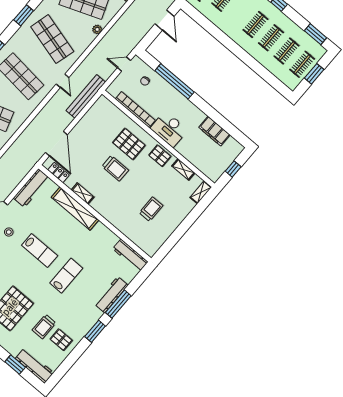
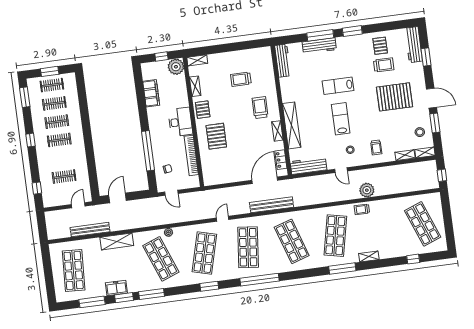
bench: (86, 96) -> (272, 205), moved
trolley: (115, 168) -> (260, 108), moved
plant: (214, 171) -> (176, 67), added

